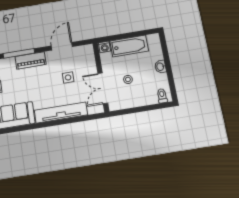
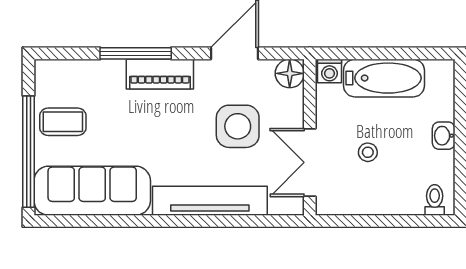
floor lamp: (87, 51) -> (290, 73), added
side table: (68, 77) -> (238, 126), width x1.87, depth x1.87

